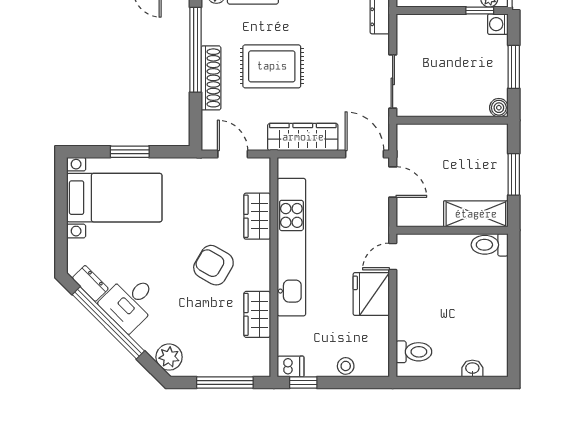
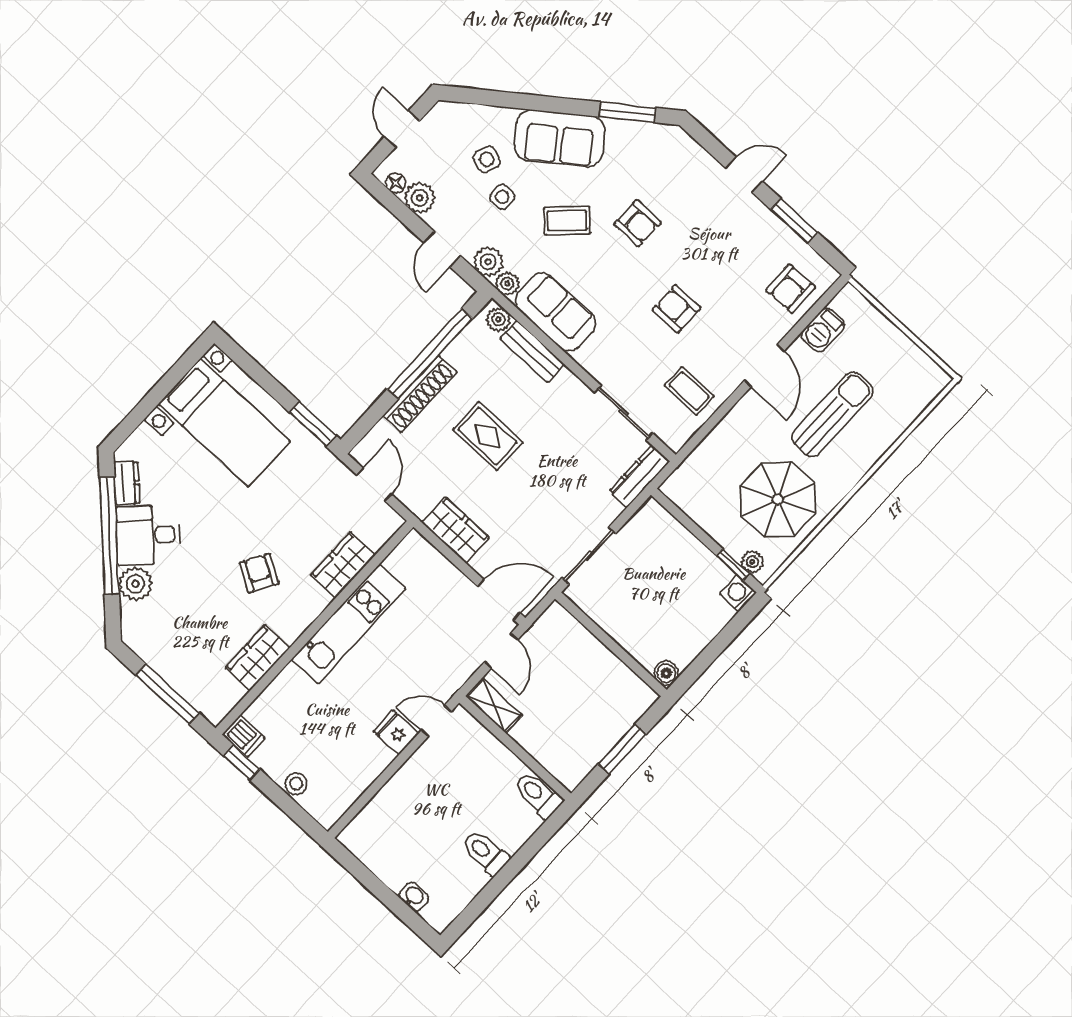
rug: (272, 66) -> (488, 436), width x0.73, depth x0.70
window: (514, 67) -> (716, 648), removed
wardrobe: (303, 137) -> (455, 530), width x0.67
window: (130, 152) -> (313, 424), moved
door: (364, 154) -> (499, 600), hinge flipped
shelving: (476, 214) -> (494, 706), moved, width x0.67, depth x0.75
kitchen unit: (291, 247) -> (349, 624), width x0.73
armchair: (213, 265) -> (259, 573), width x0.72, depth x0.72
fridge: (371, 294) -> (396, 732), width x0.53, depth x0.75
toilet: (414, 352) -> (485, 853), moved, turned 180
plant: (169, 357) -> (135, 584), moved

